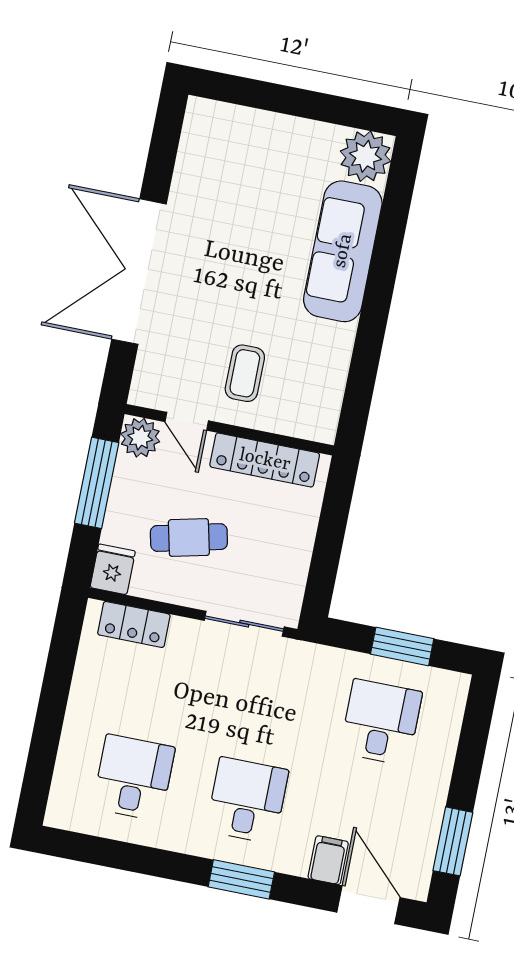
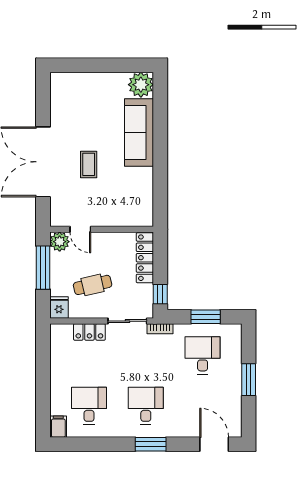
coffee table: (245, 373) -> (89, 164), moved
locker: (265, 460) -> (145, 258), moved, turned 90
window: (321, 583) -> (160, 294), added
locker: (134, 624) -> (89, 332), moved
bookcase: (306, 652) -> (160, 329), added
window: (453, 841) -> (249, 380), moved
filing cabinet: (328, 860) -> (58, 427), moved

